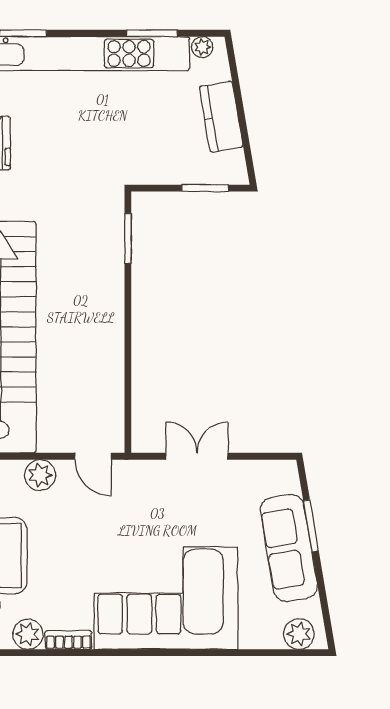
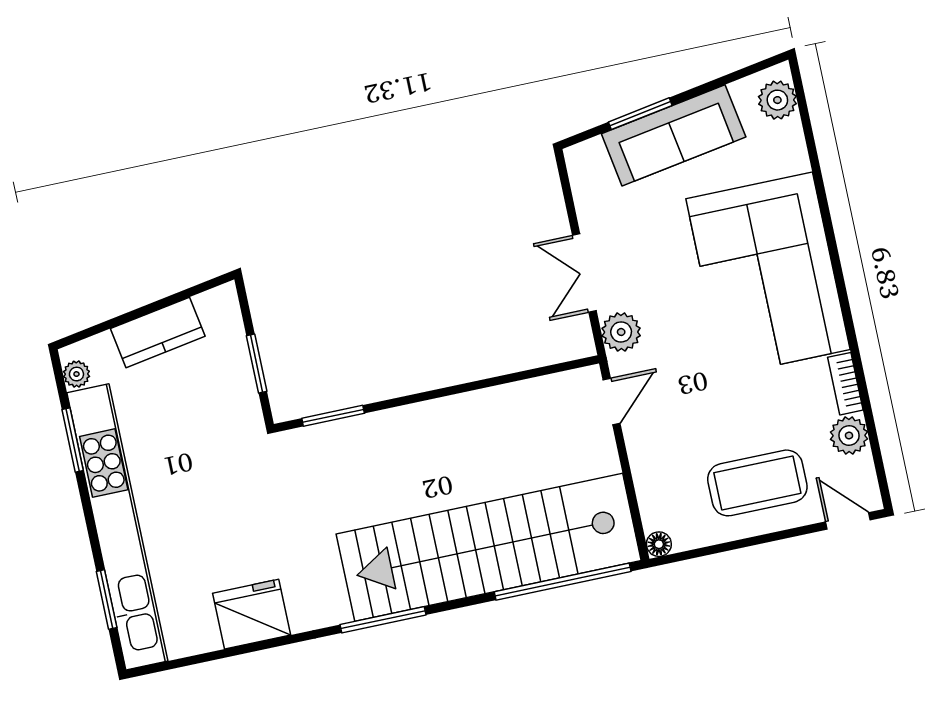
window: (205, 188) -> (257, 364), moved
plant: (40, 475) -> (621, 332), moved

